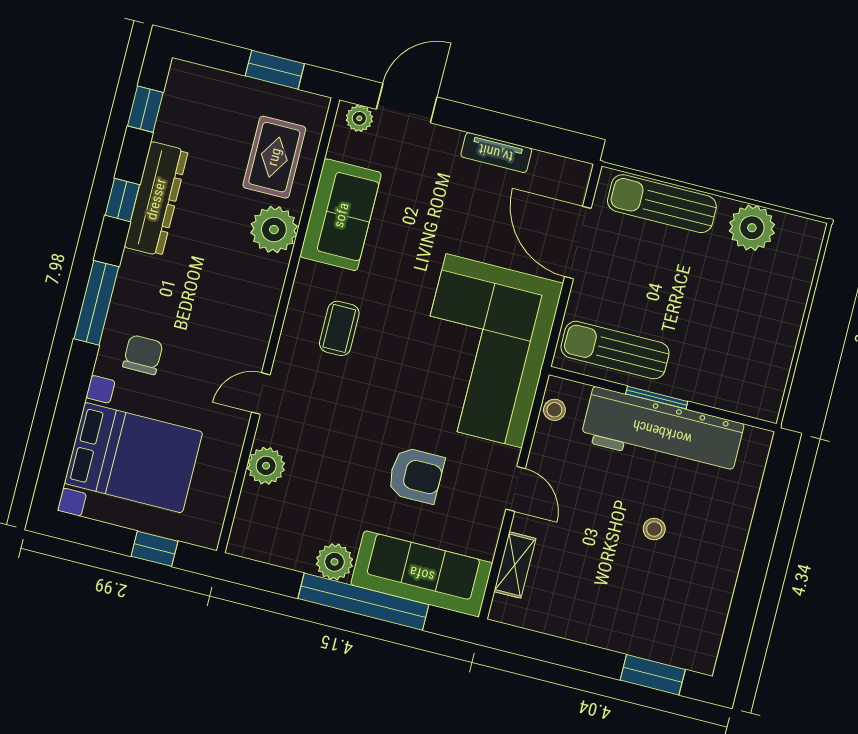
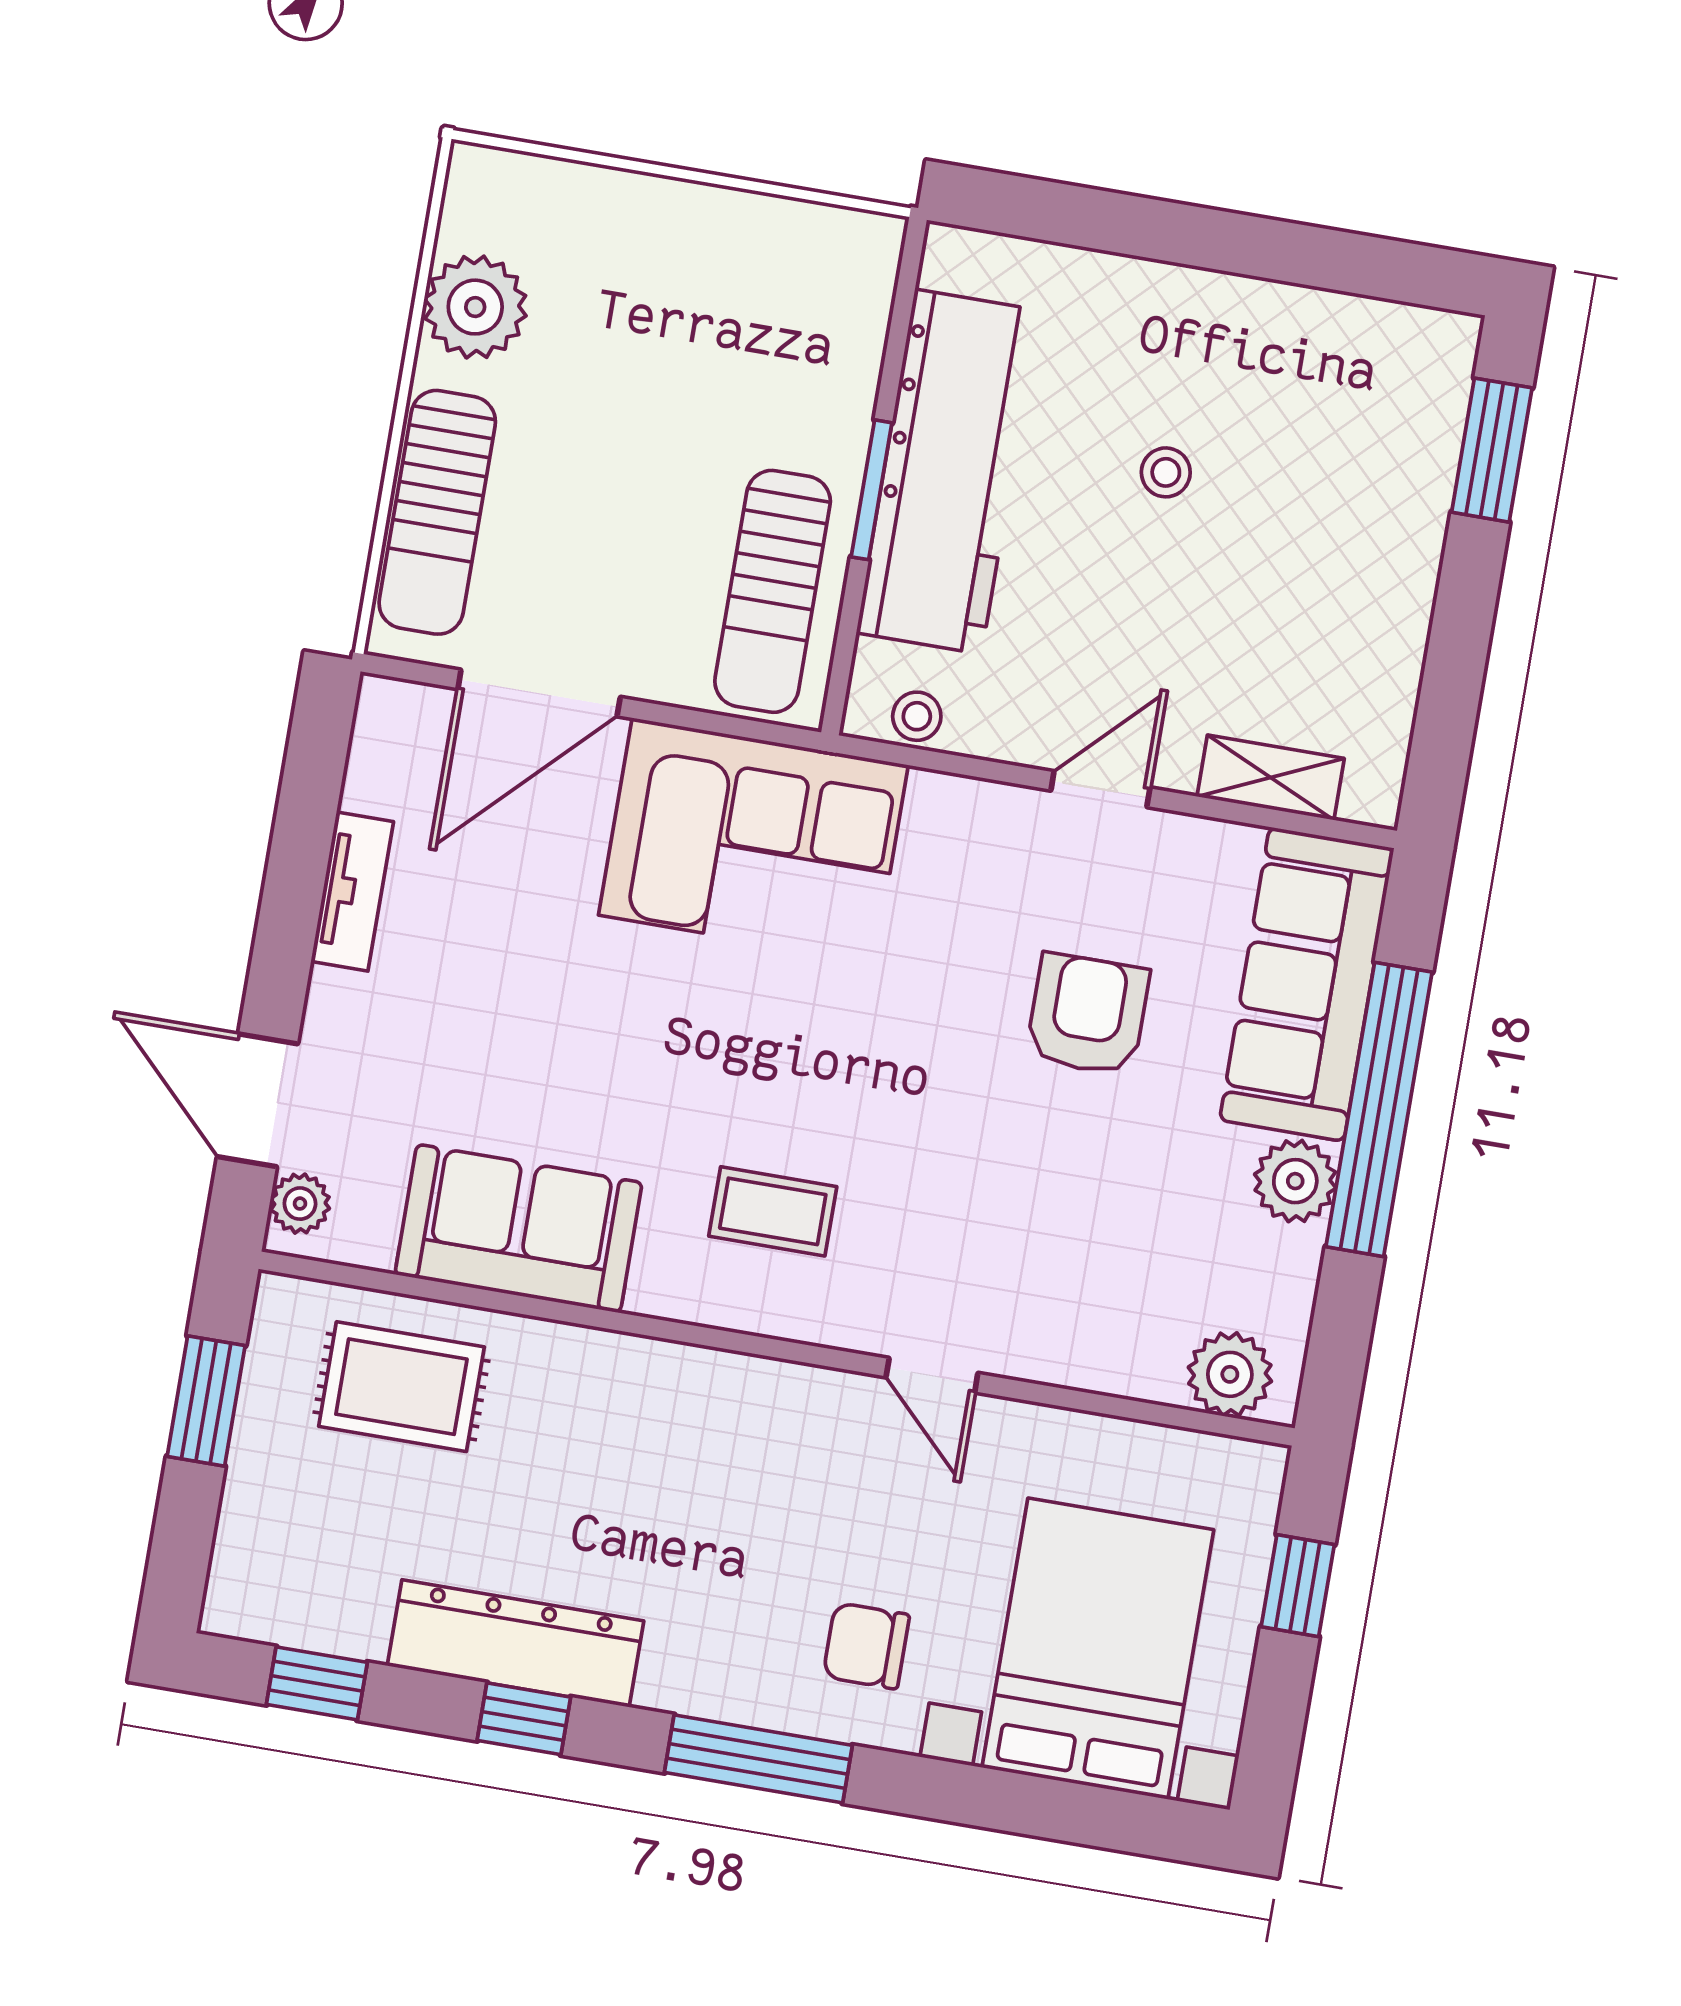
plant: (274, 230) -> (563, 1375), removed
corner sofa: (484, 351) -> (753, 840), width x0.73, depth x0.74
plant: (266, 466) -> (1230, 1374), moved

